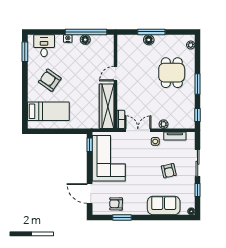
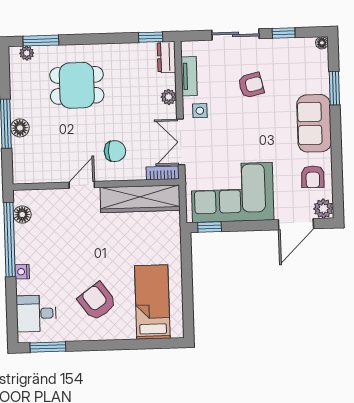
floor lamp: (85, 40) -> (22, 215), moved
door: (116, 74) -> (82, 185), swing flipped
armchair: (50, 80) -> (97, 301), turned 109
window: (198, 84) -> (41, 41), moved
chair: (134, 93) -> (115, 151), added
dresser: (186, 124) -> (166, 57), added
sofa: (164, 205) -> (314, 123), moved
plant: (98, 209) -> (323, 209), added
window: (122, 218) -> (334, 88), moved

